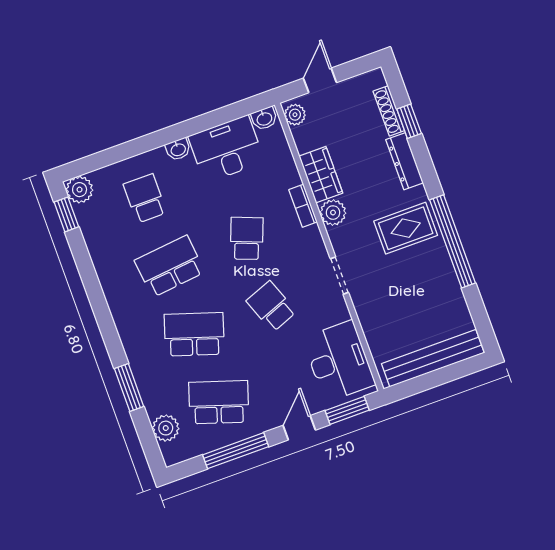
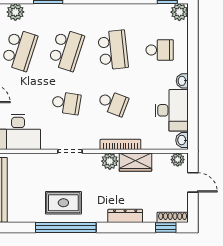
shoe rack: (389, 111) -> (173, 217), moved
window: (409, 121) -> (166, 228), moved
bookcase: (303, 206) -> (120, 144), width x1.56
rug: (406, 228) -> (63, 203), moved, turned 90
school desk: (271, 306) -> (66, 103), turned 30

